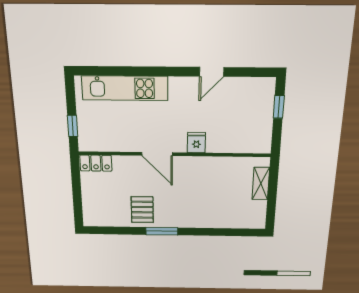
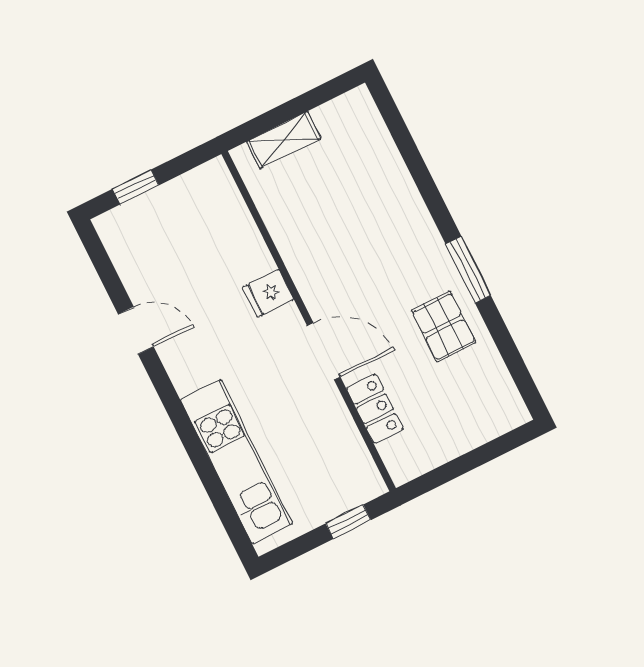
door: (157, 154) -> (324, 351), hinge flipped
locker: (96, 163) -> (375, 409), moved
pallet: (142, 210) -> (443, 327), turned 90

